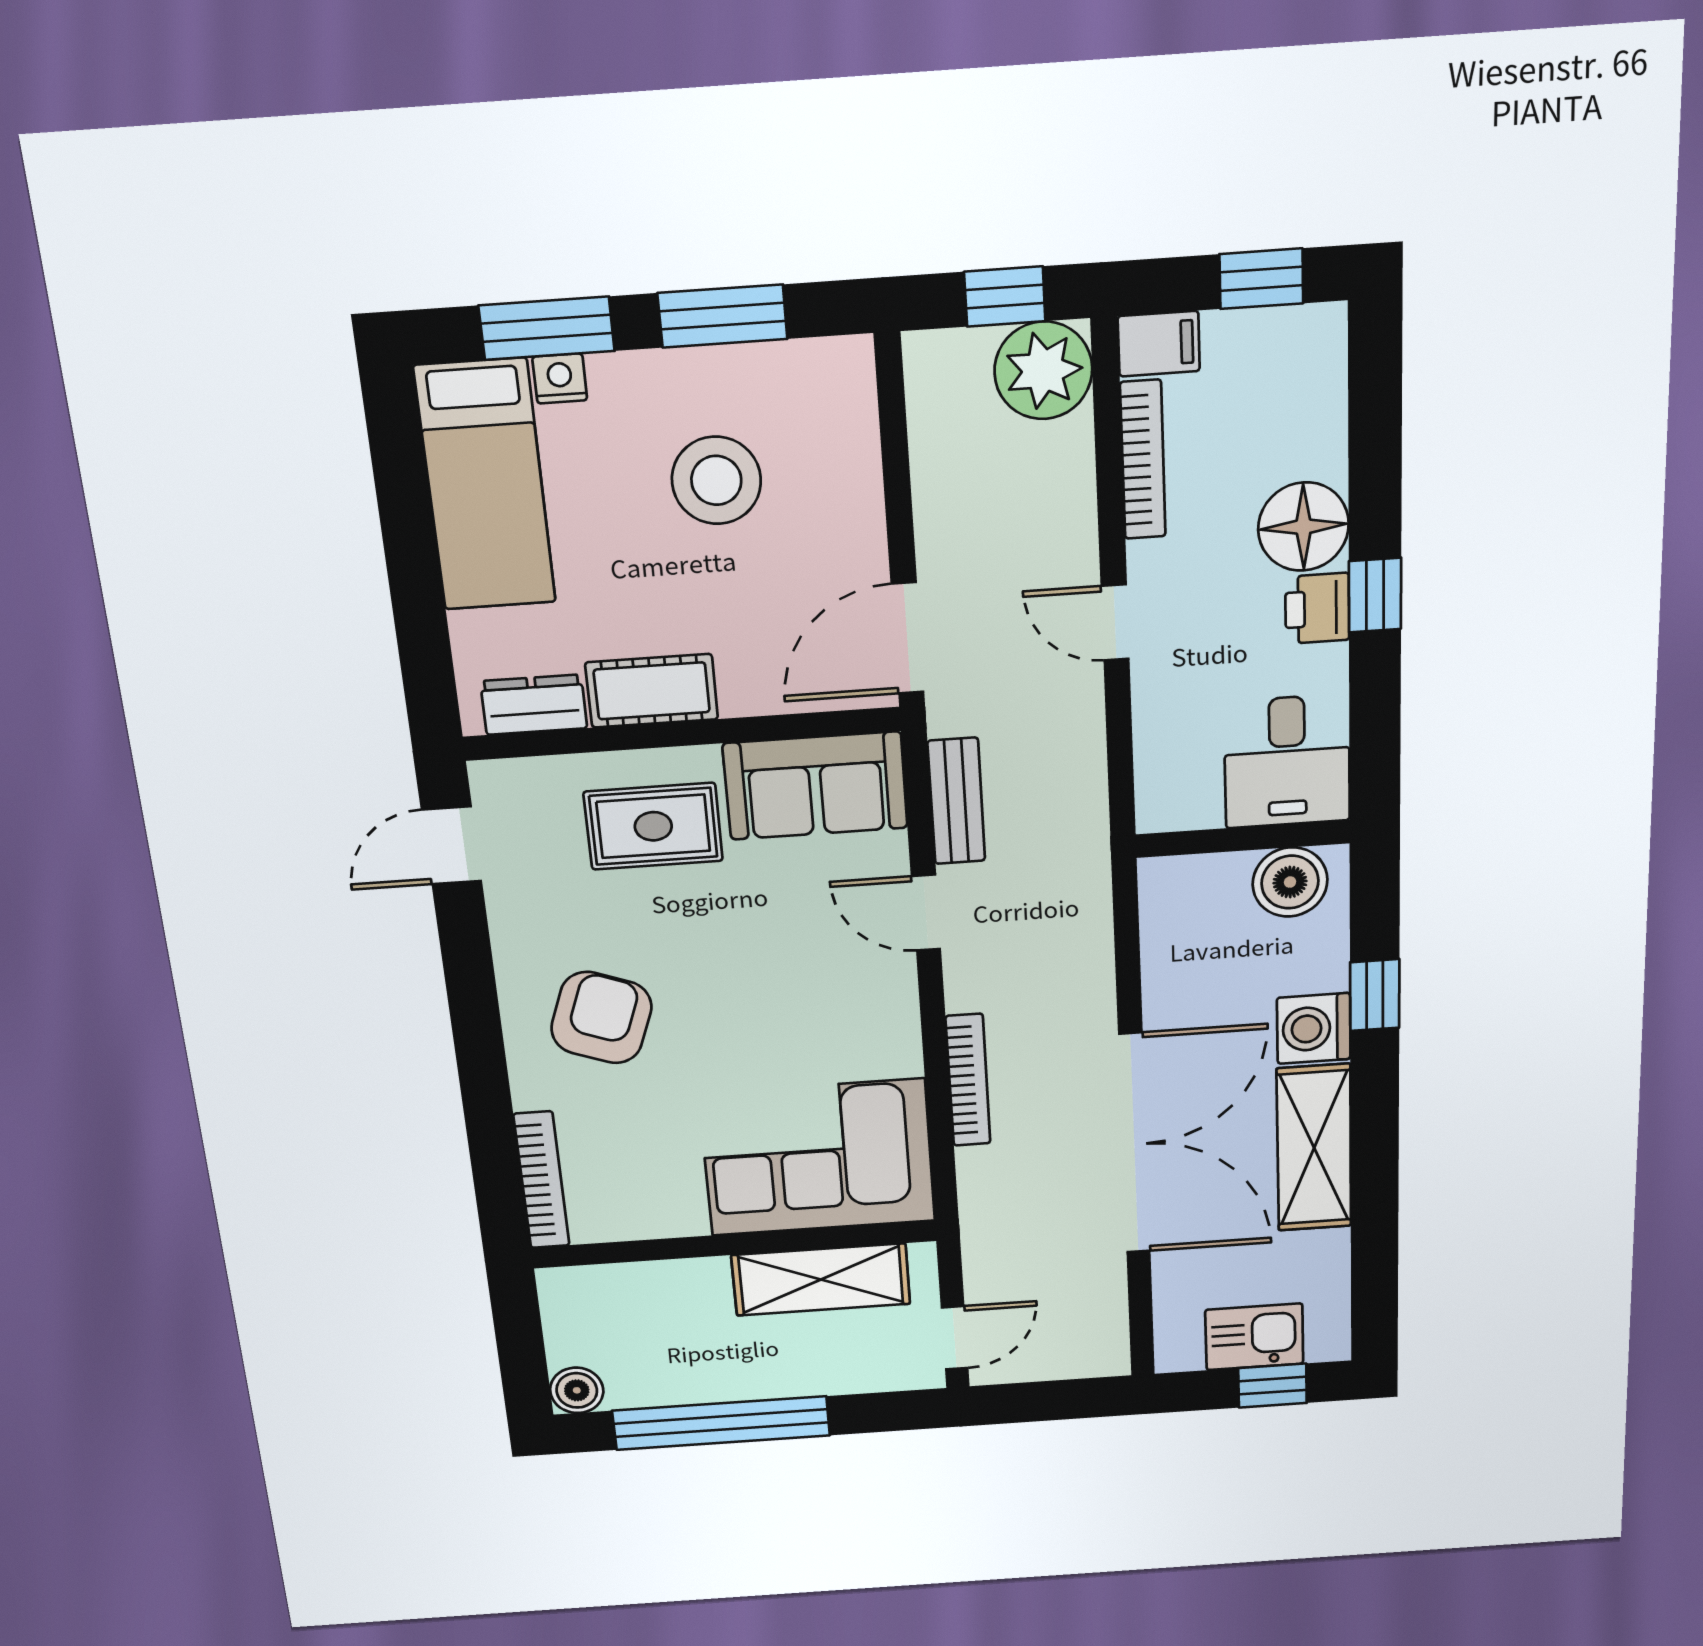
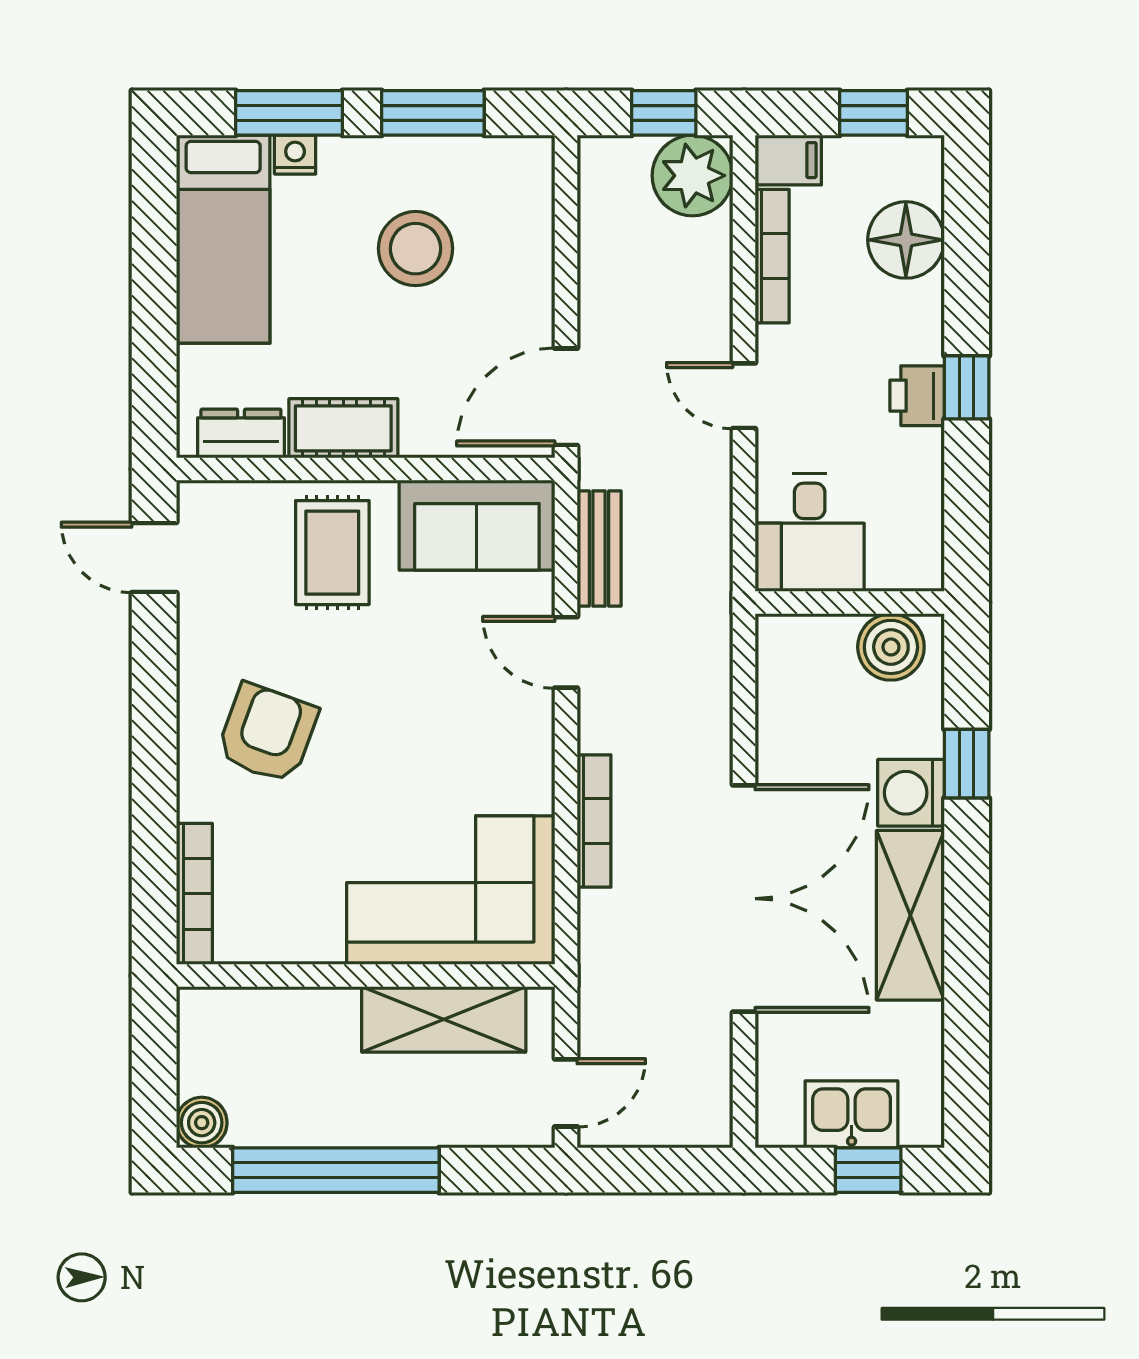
floor lamp: (1303, 527) -> (906, 240), moved
desk: (1287, 761) -> (810, 533), moved
rug: (653, 826) -> (332, 553), turned 90
door: (452, 845) -> (154, 558), hinge flipped

